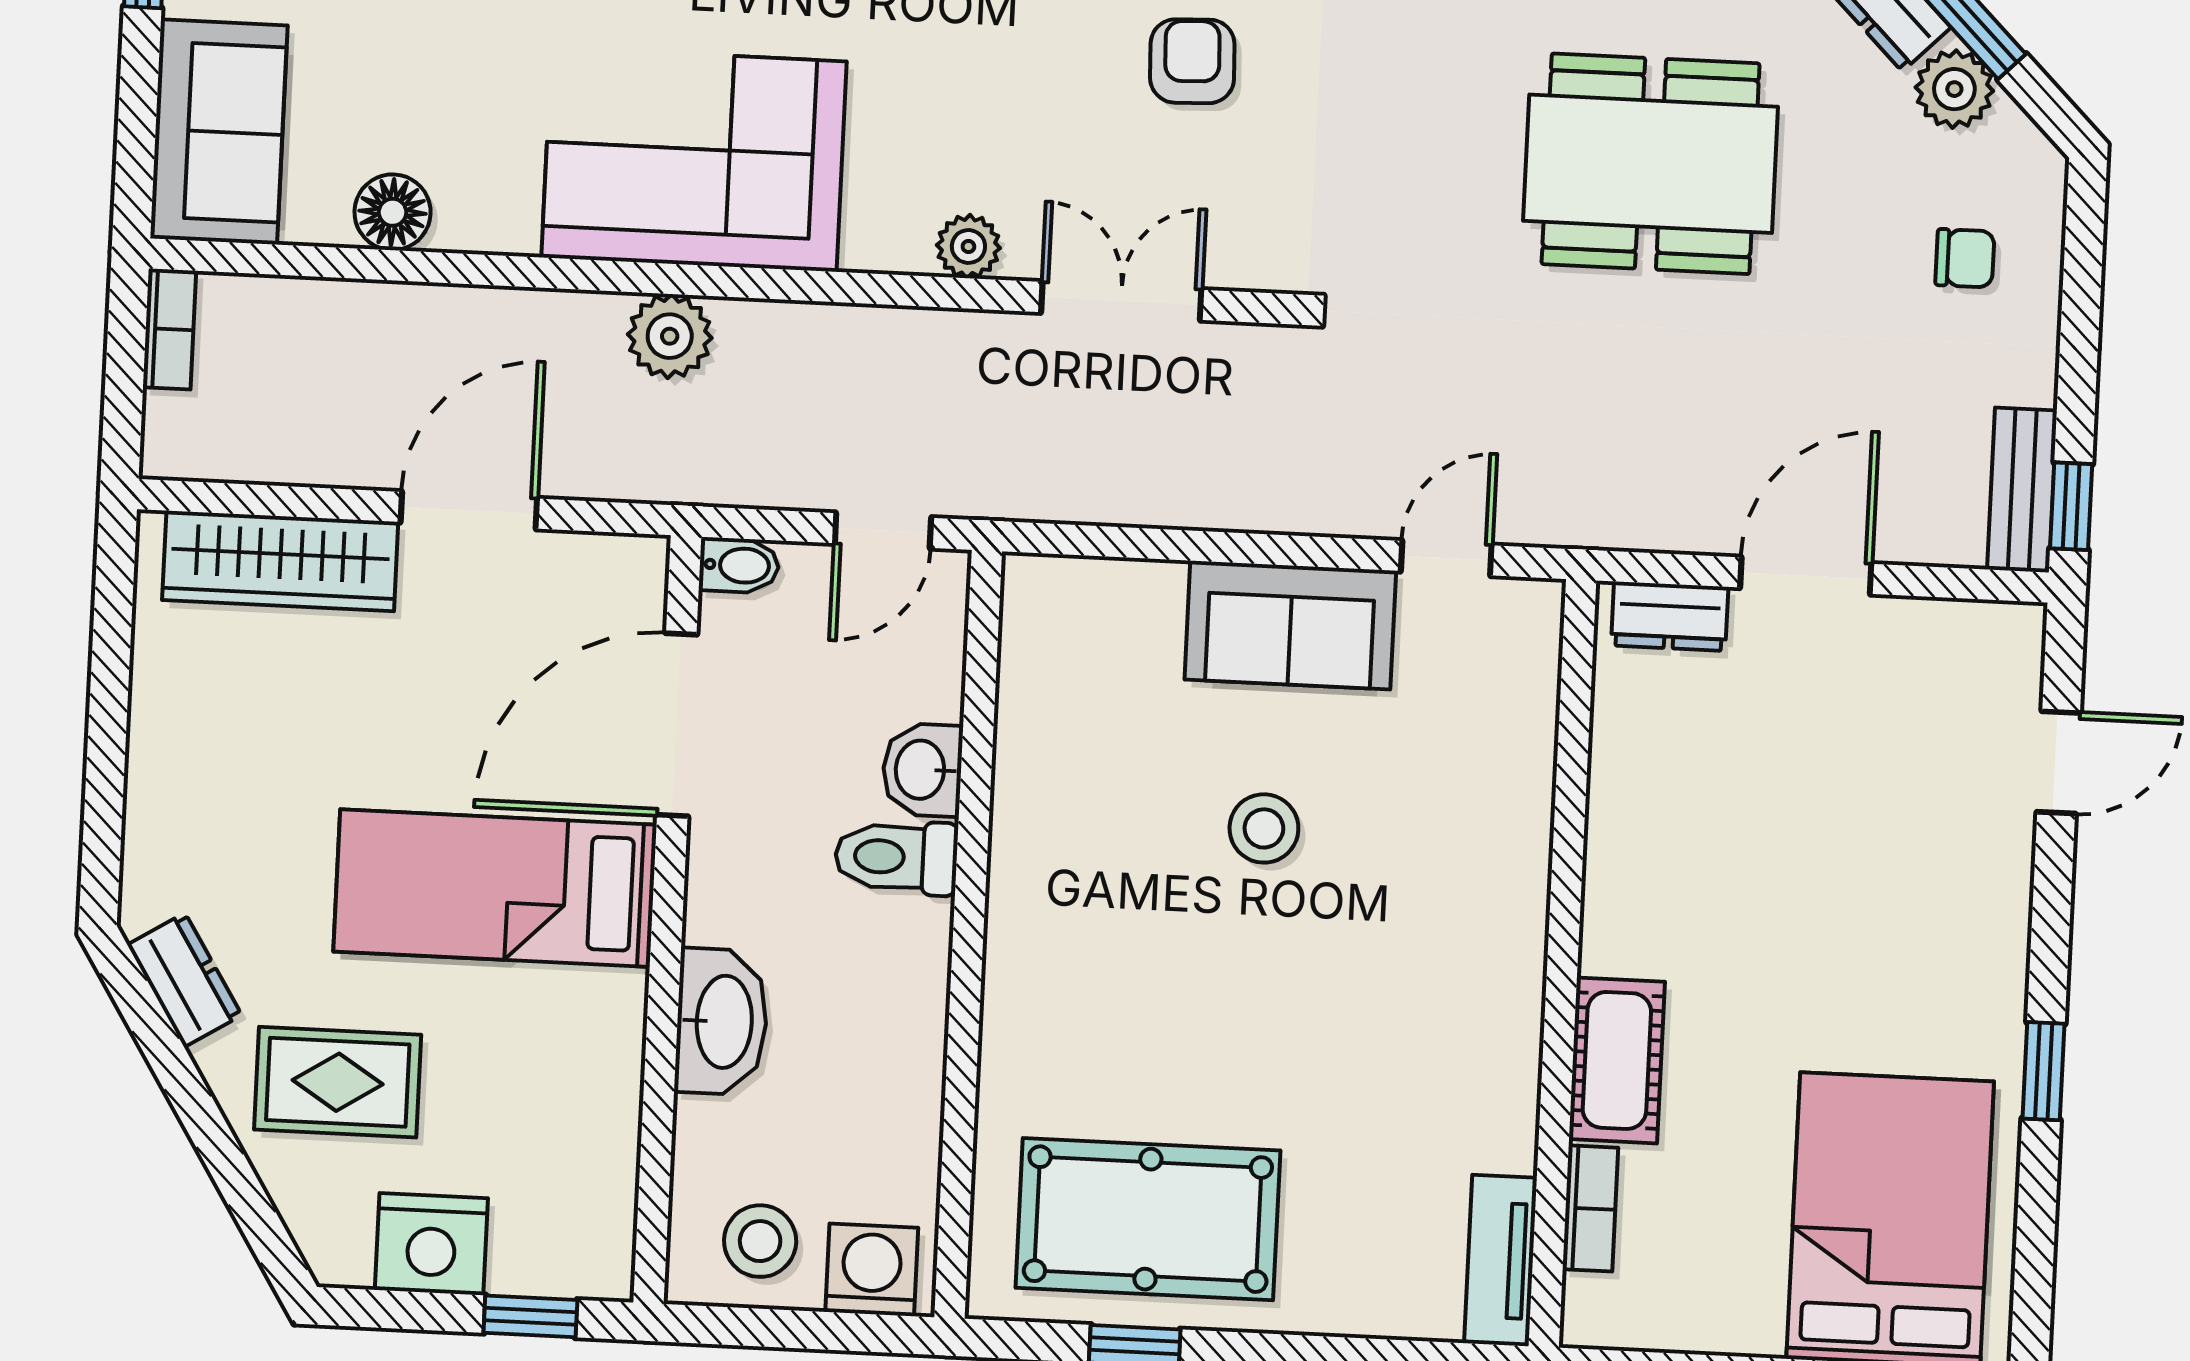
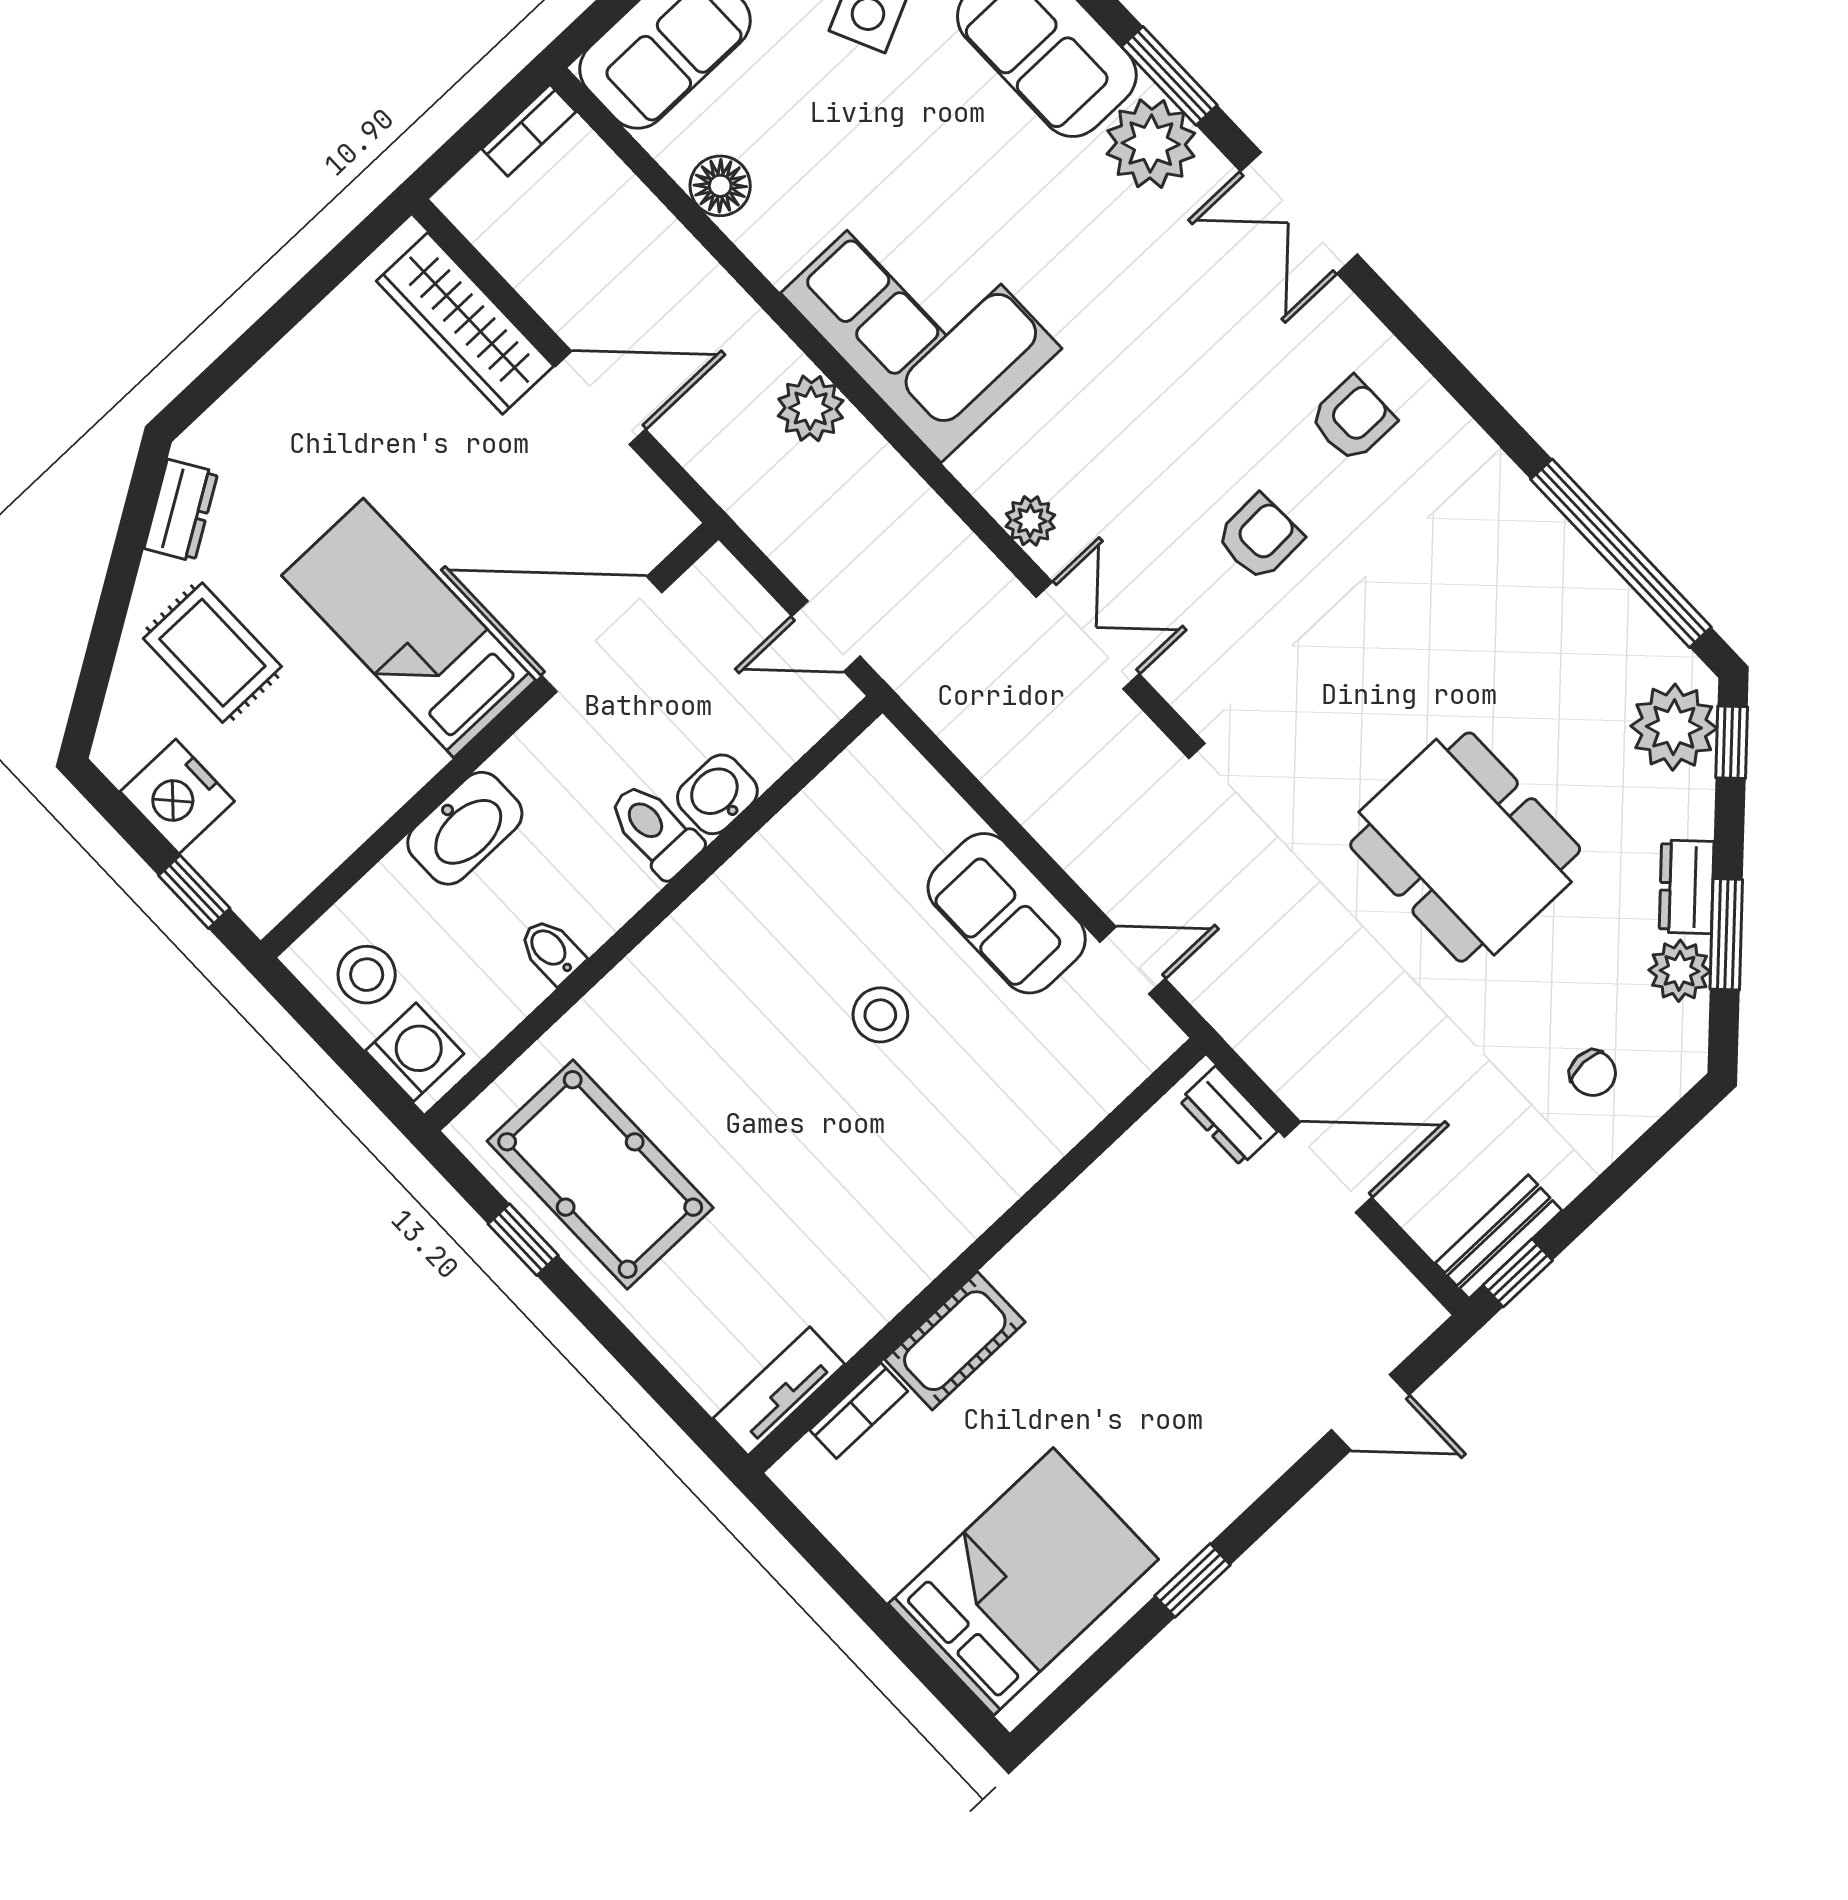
bidet: (739, 565) -> (551, 951), moved, turned 180

